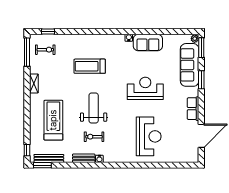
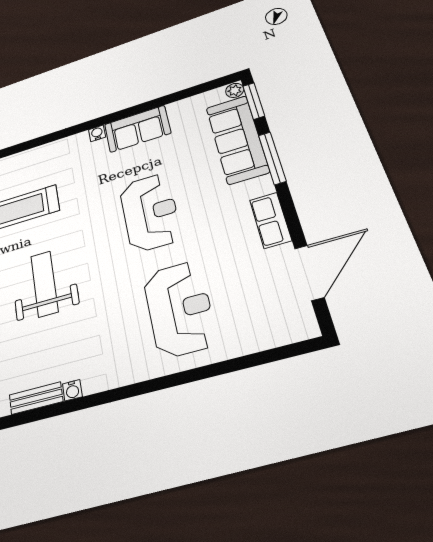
window: (201, 80) -> (272, 158), width x1.44
reception desk: (145, 88) -> (150, 212), turned 90
exercise bike: (94, 137) -> (53, 344), removed

